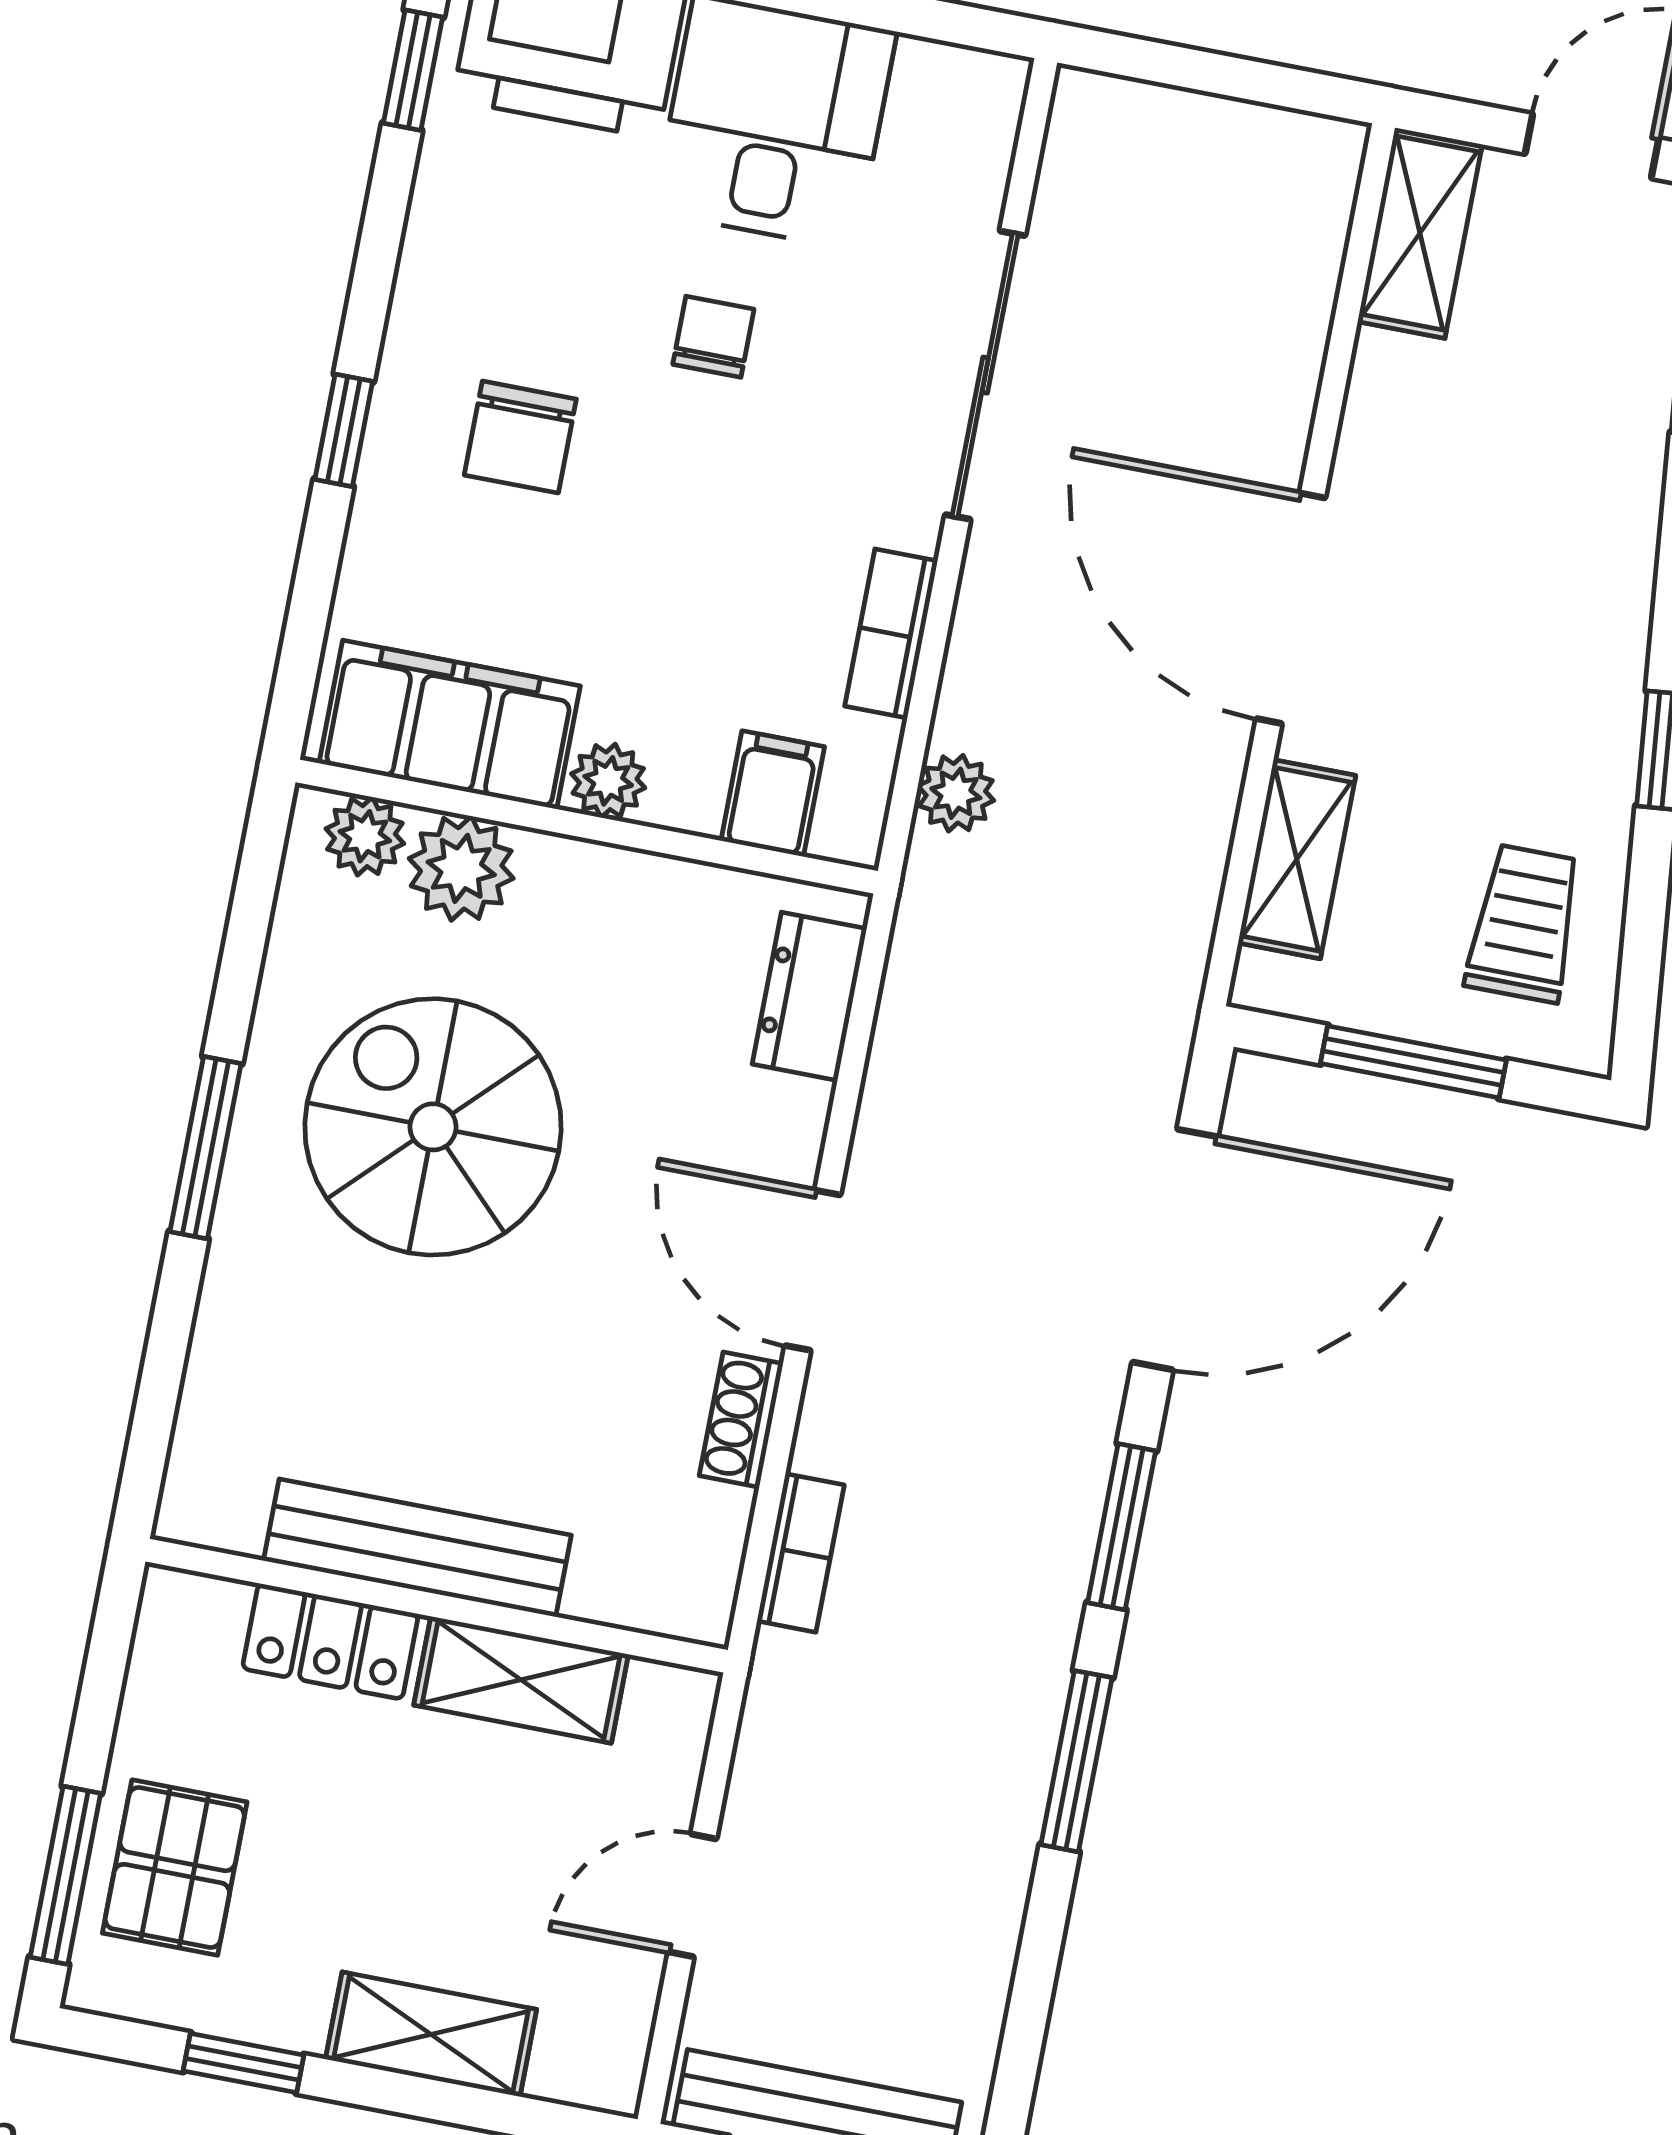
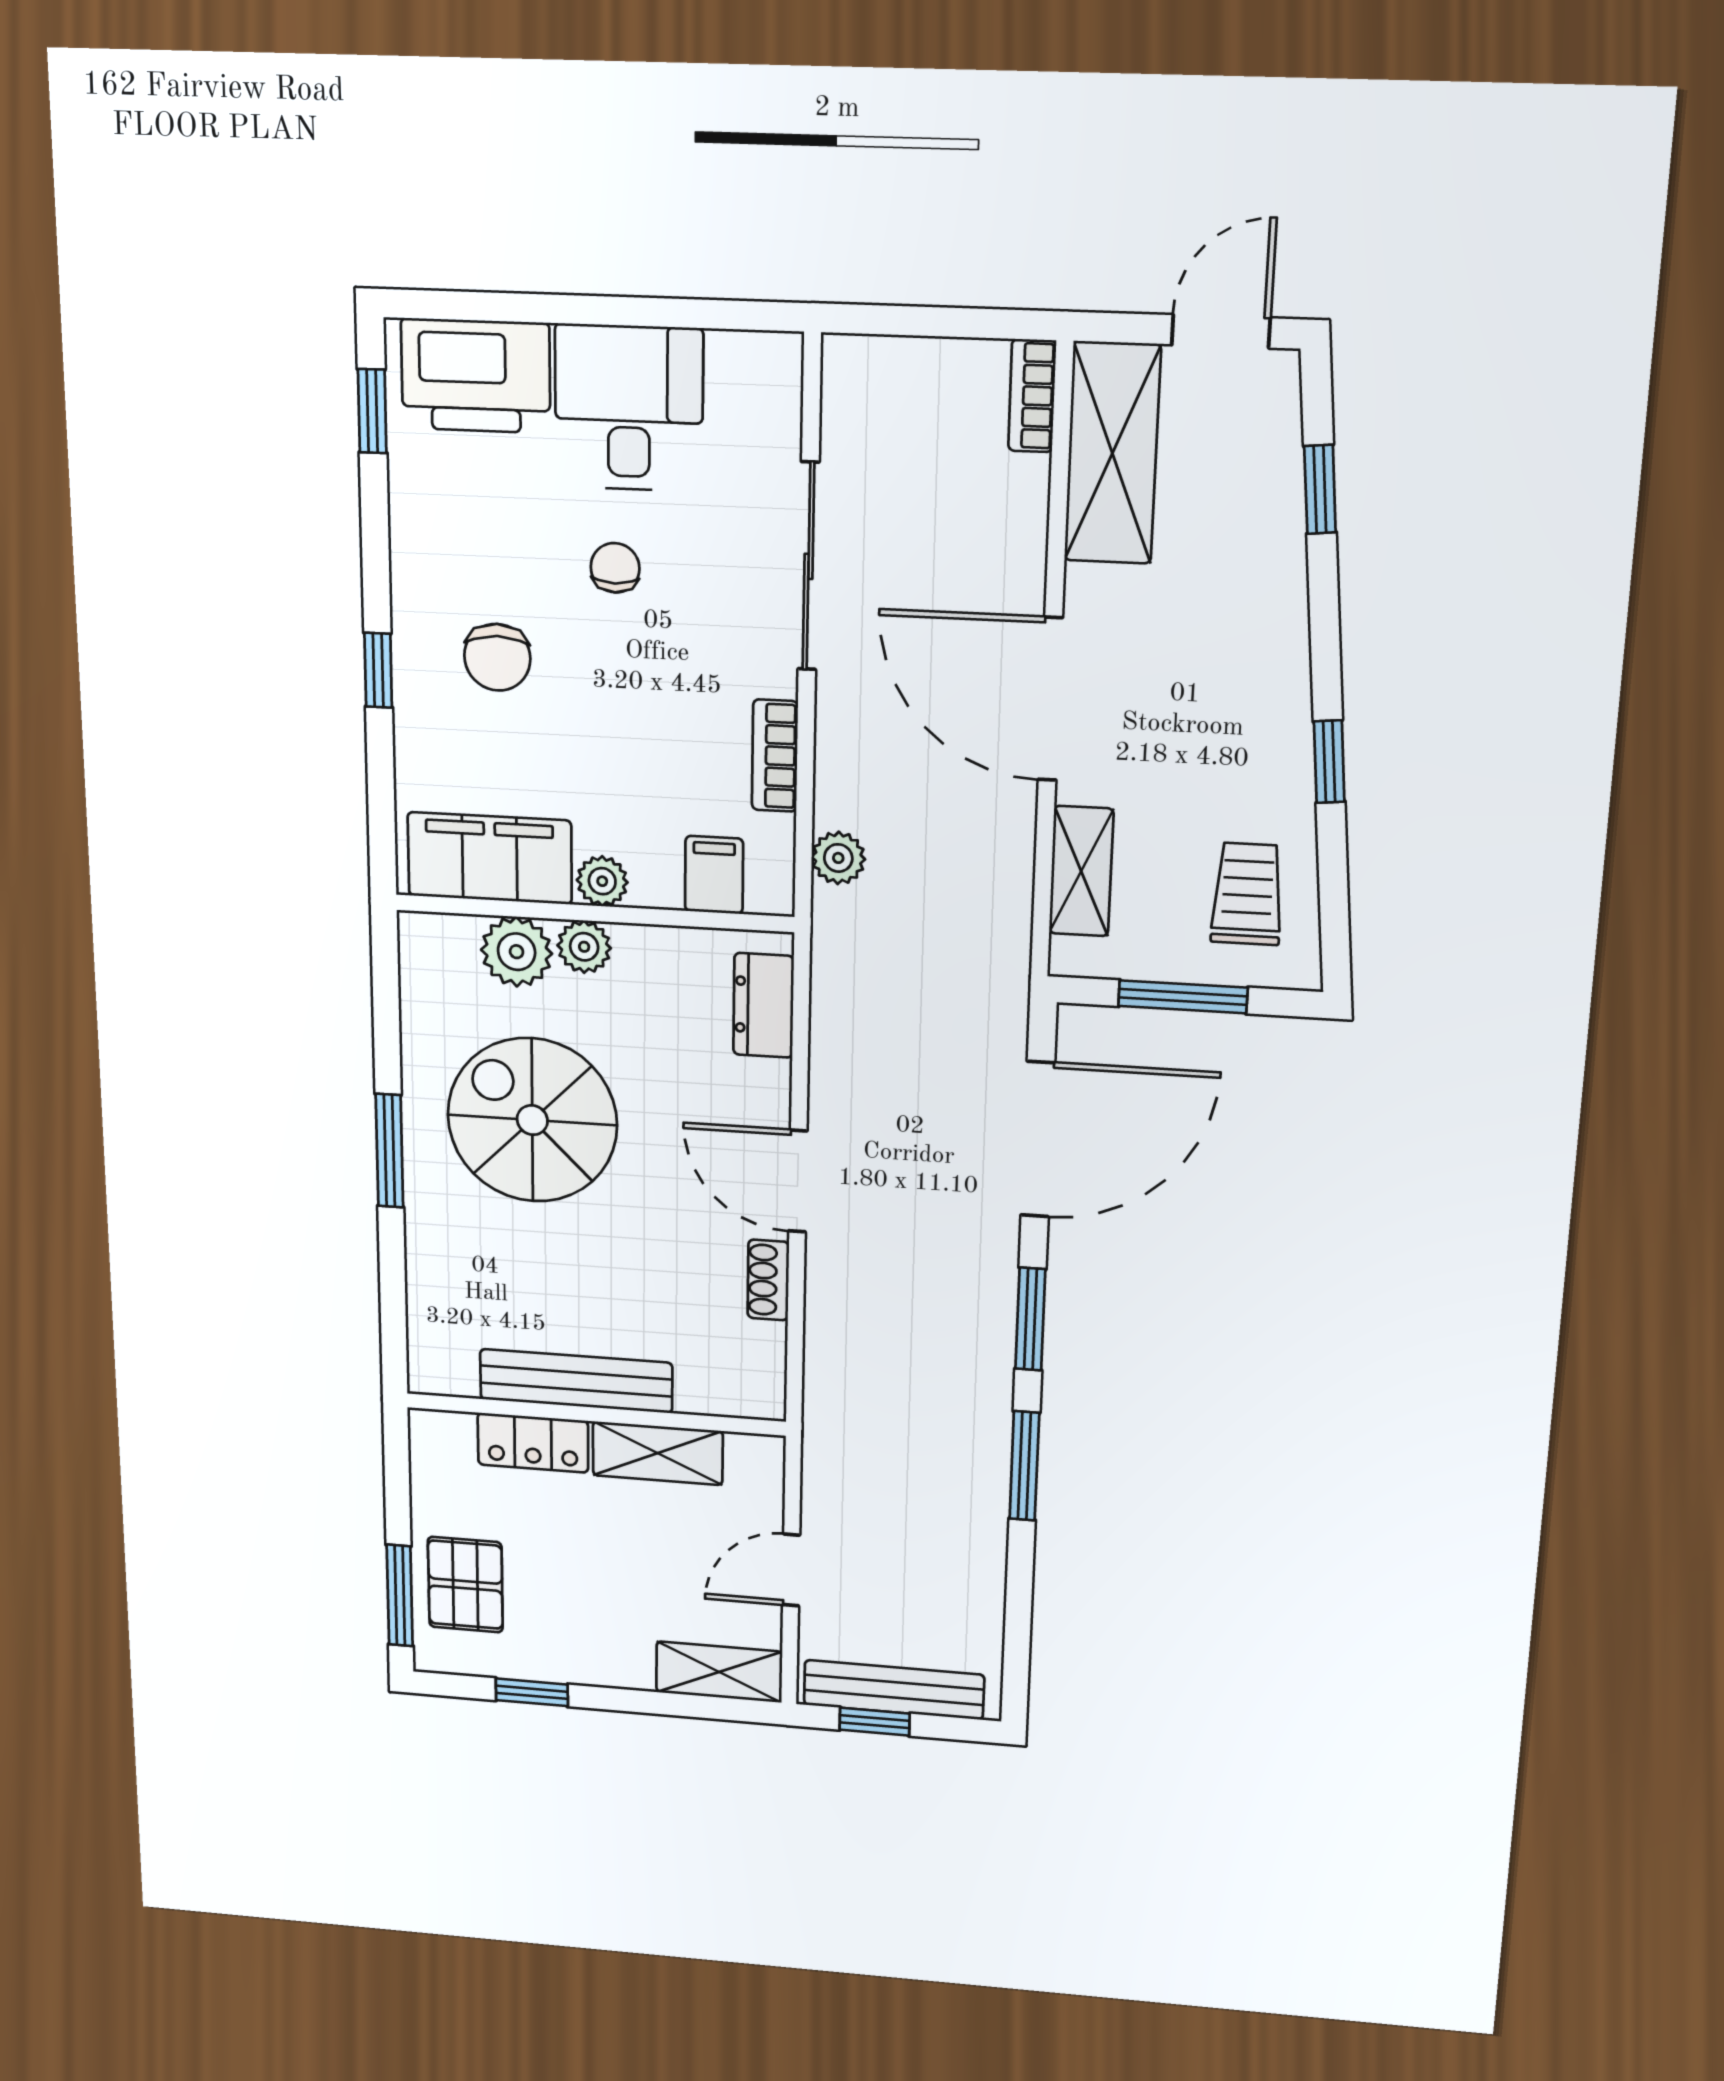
shelving: (1420, 233) -> (1112, 453), width x1.50, depth x1.33
plant: (365, 836) -> (584, 947), moved
bookcase: (801, 1553) -> (1032, 396), moved, turned 180
shelving: (431, 2034) -> (719, 1672), moved

